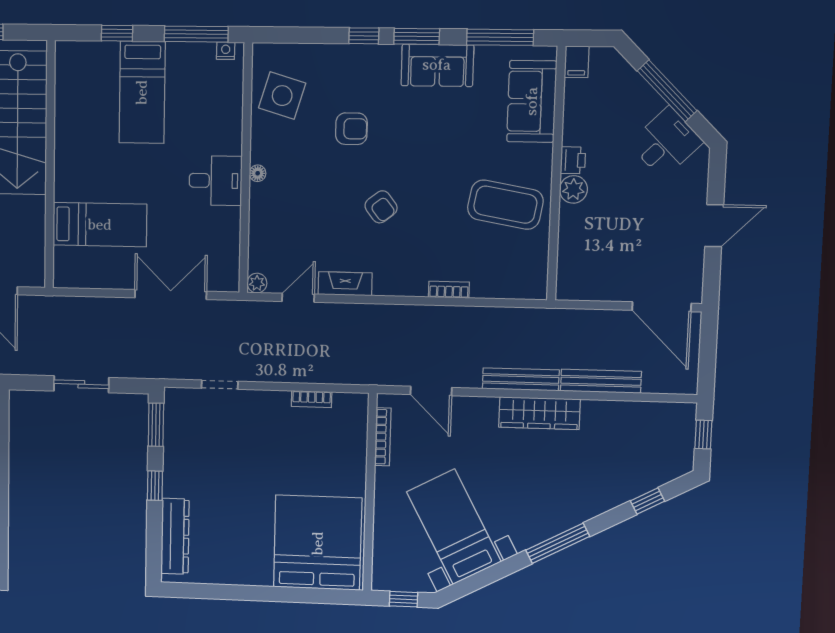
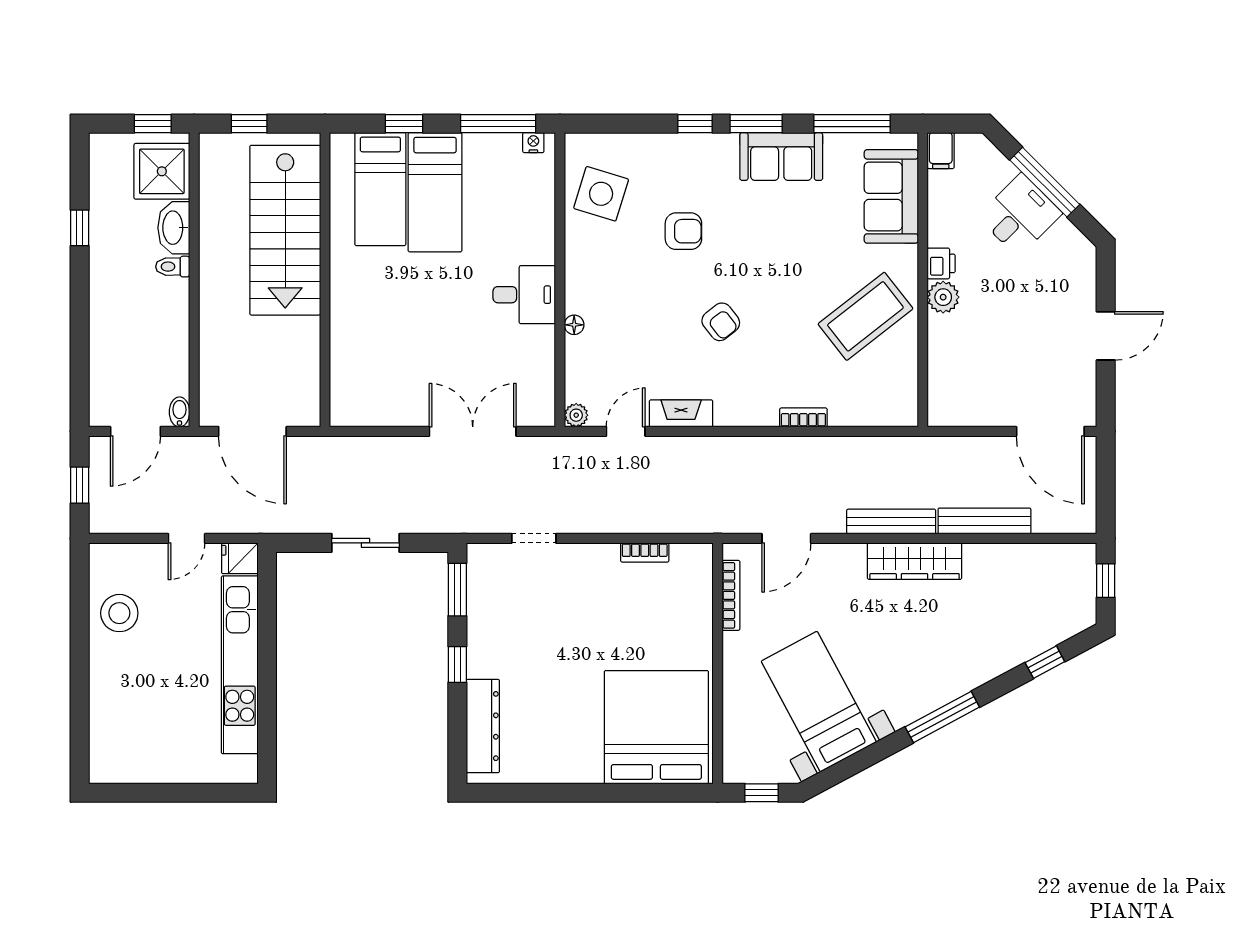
desk: (666, 143) -> (1020, 215), moved
floor lamp: (258, 173) -> (574, 325), moved
coffee table: (505, 205) -> (865, 316), turned -48
bed: (100, 225) -> (380, 189), moved, turned 90
door: (431, 391) -> (786, 538), hinge flipped

